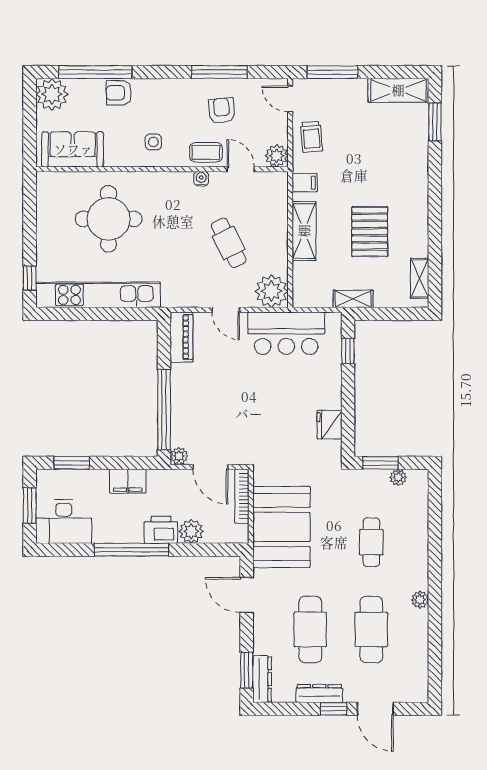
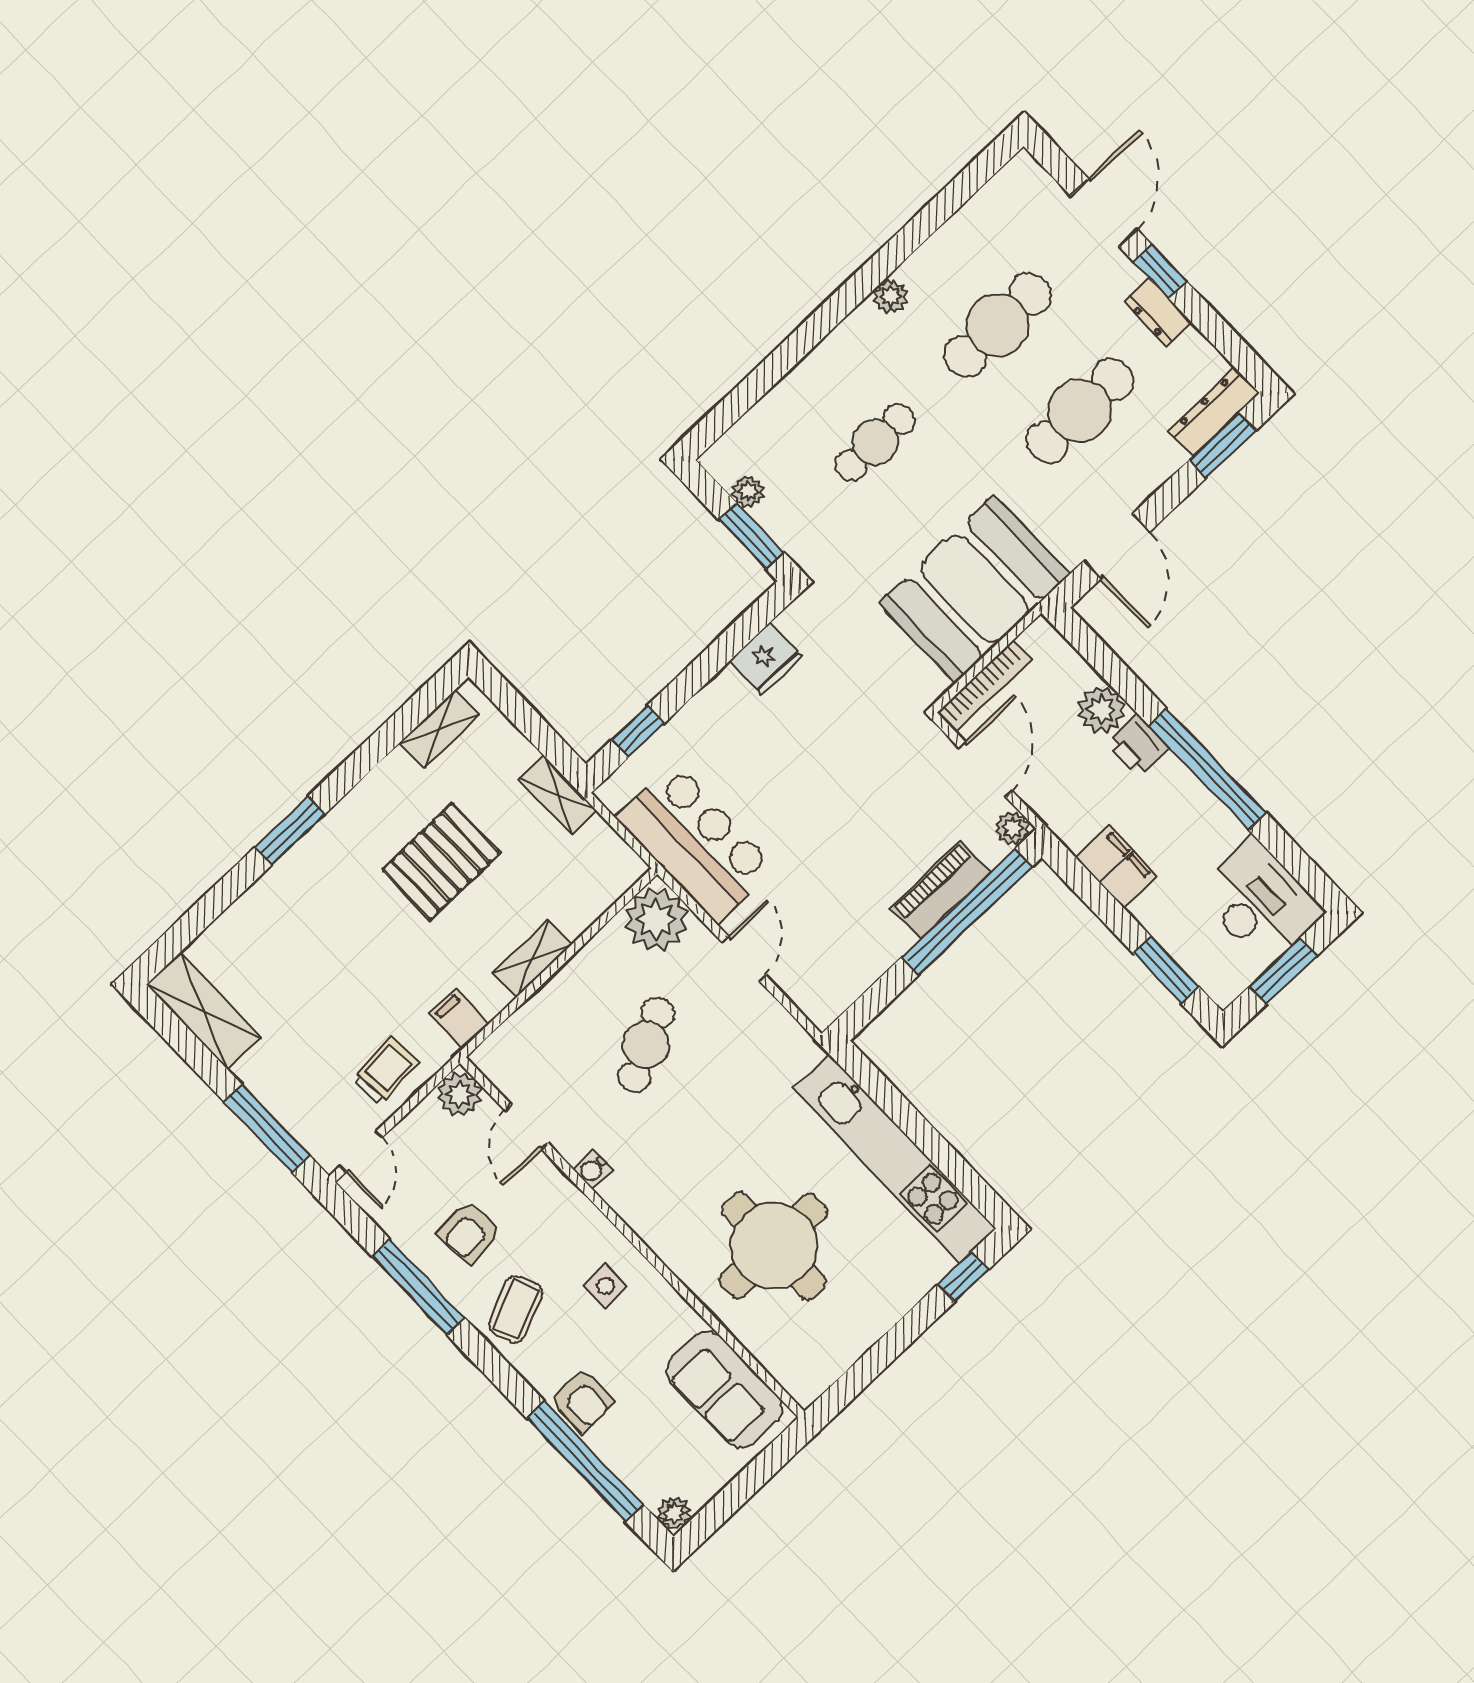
plant: (52, 94) -> (674, 1513), width x0.53, depth x0.53
window: (435, 122) -> (290, 831), moved
coffee table: (206, 152) -> (516, 1309), moved, turned 67
shelving: (304, 231) -> (532, 959), width x0.67, depth x0.75
piano: (181, 337) -> (941, 890), moved
printer: (161, 530) -> (1138, 745), width x0.73, depth x0.81
dresser: (319, 694) -> (1158, 312), width x0.70

